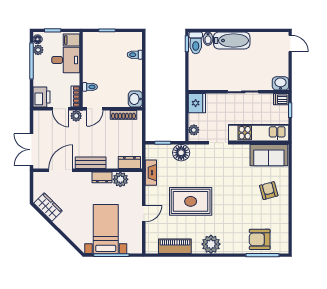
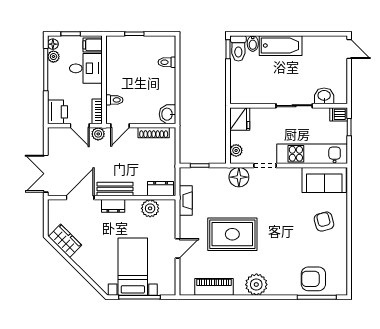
washbasin: (280, 83) -> (324, 96), moved
floor lamp: (181, 153) -> (239, 177), moved
dresser: (102, 177) -> (113, 206), moved

